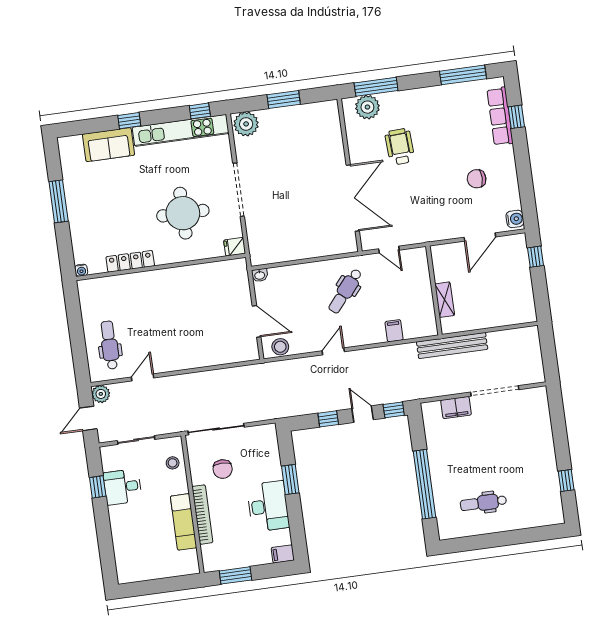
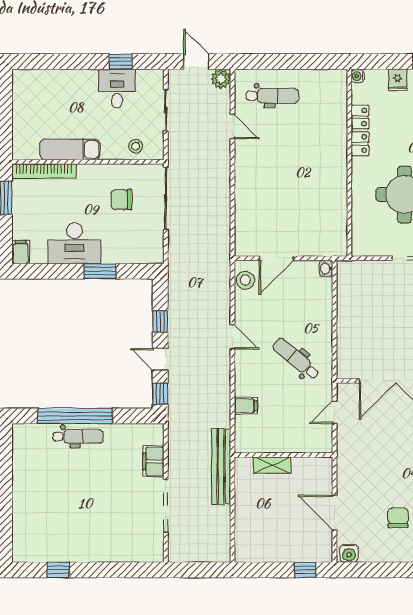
fridge: (235, 247) -> (398, 80), moved, turned 180
door: (363, 414) -> (160, 359), swing flipped
dental chair: (483, 503) -> (78, 436), moved, turned 90
bookcase: (202, 515) -> (44, 171), moved

